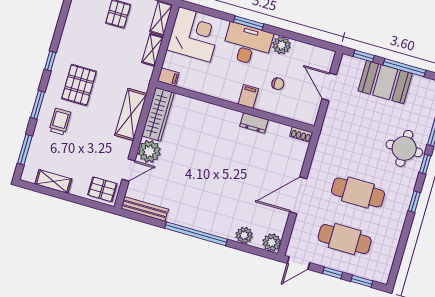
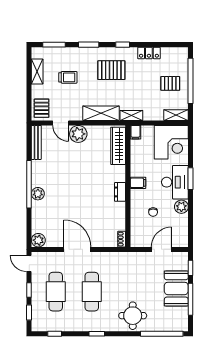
locker: (71, 30) -> (149, 53), added
shelving: (152, 50) -> (131, 115), moved
filing cabinet: (248, 96) -> (138, 183), moved
wardrobe: (158, 114) -> (118, 146), moved, turned 90
trolley: (60, 121) -> (68, 77), moved
dresser: (254, 123) -> (120, 192), moved
window: (425, 164) -> (55, 334), moved
plant: (244, 235) -> (38, 194), moved

